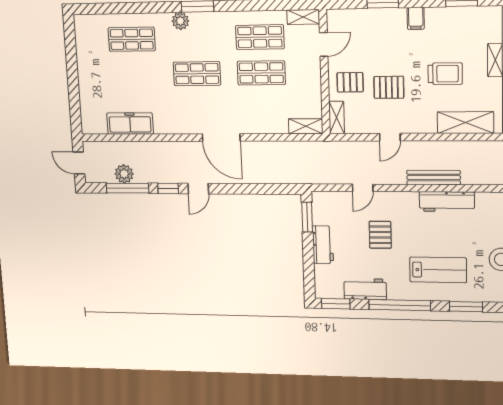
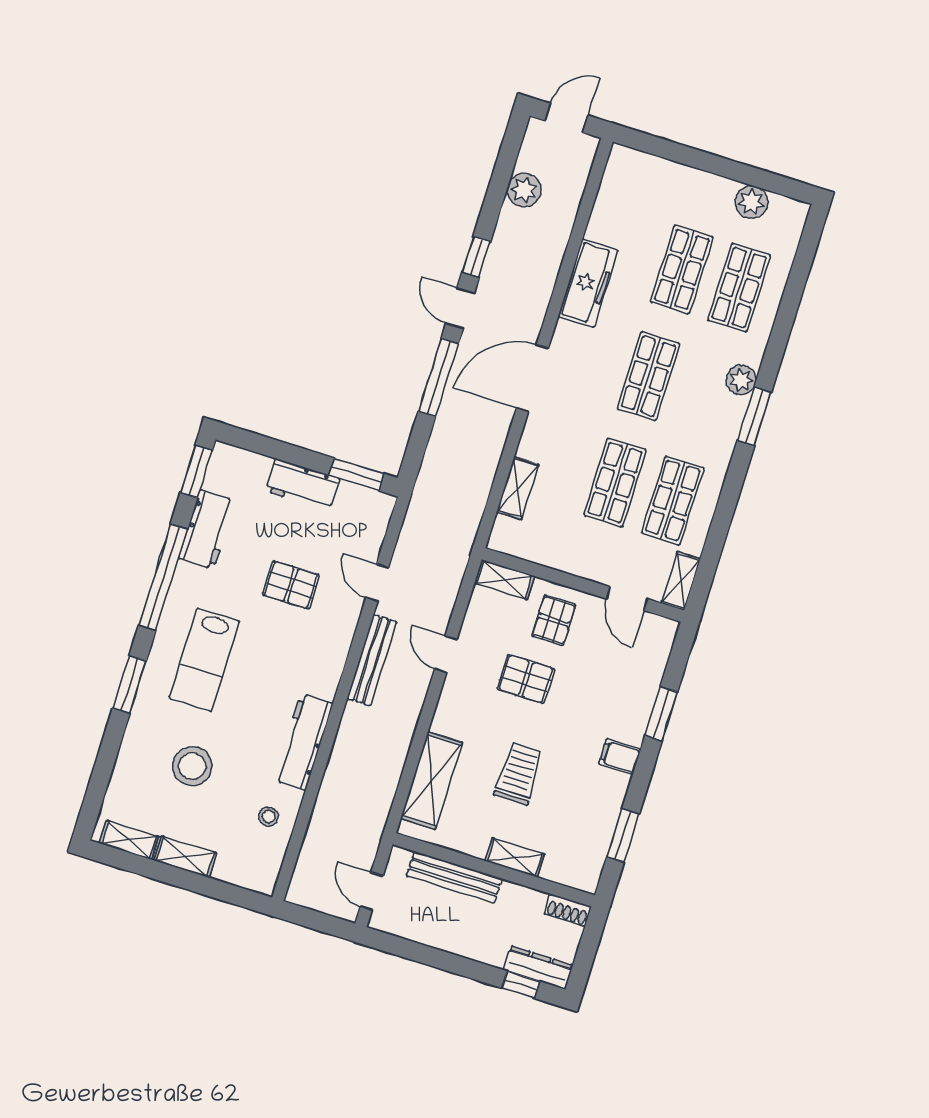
plant: (85, 48) -> (751, 202), added
shop shelf: (134, 74) -> (682, 270), added
trolley: (445, 74) -> (519, 774), turned 180
pallet: (389, 87) -> (526, 679), turned 90
freezer: (130, 124) -> (588, 283), moved
shelving: (306, 126) -> (518, 488), moved
bench: (434, 178) -> (372, 660), moved
window: (127, 188) -> (438, 378), moved
workbench: (447, 202) -> (303, 742), moved

